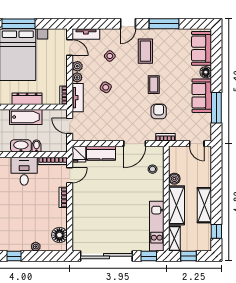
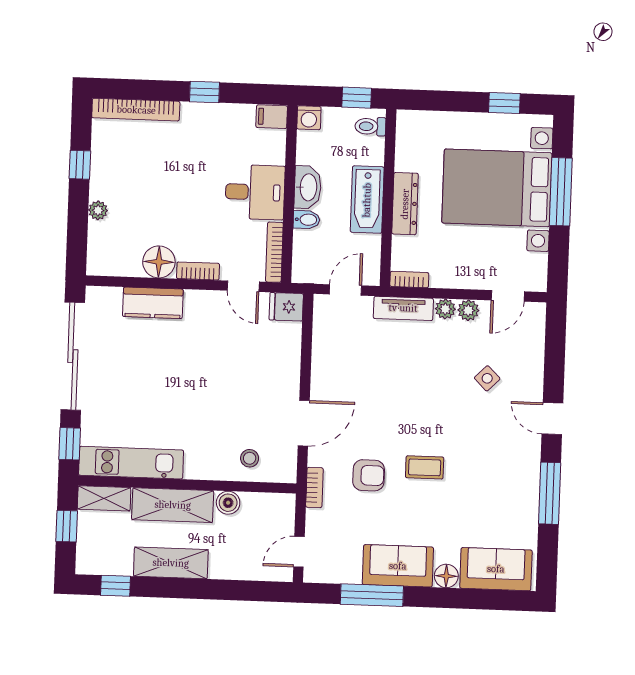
tv unit: (86, 34) -> (535, 331), removed
coffee table: (145, 51) -> (495, 452), removed
side table: (106, 87) -> (423, 367), removed
door: (135, 144) -> (304, 423), swing flipped
kitchen counter: (101, 153) -> (153, 303), moved, turned -90
floor lamp: (59, 235) -> (159, 262), moved

